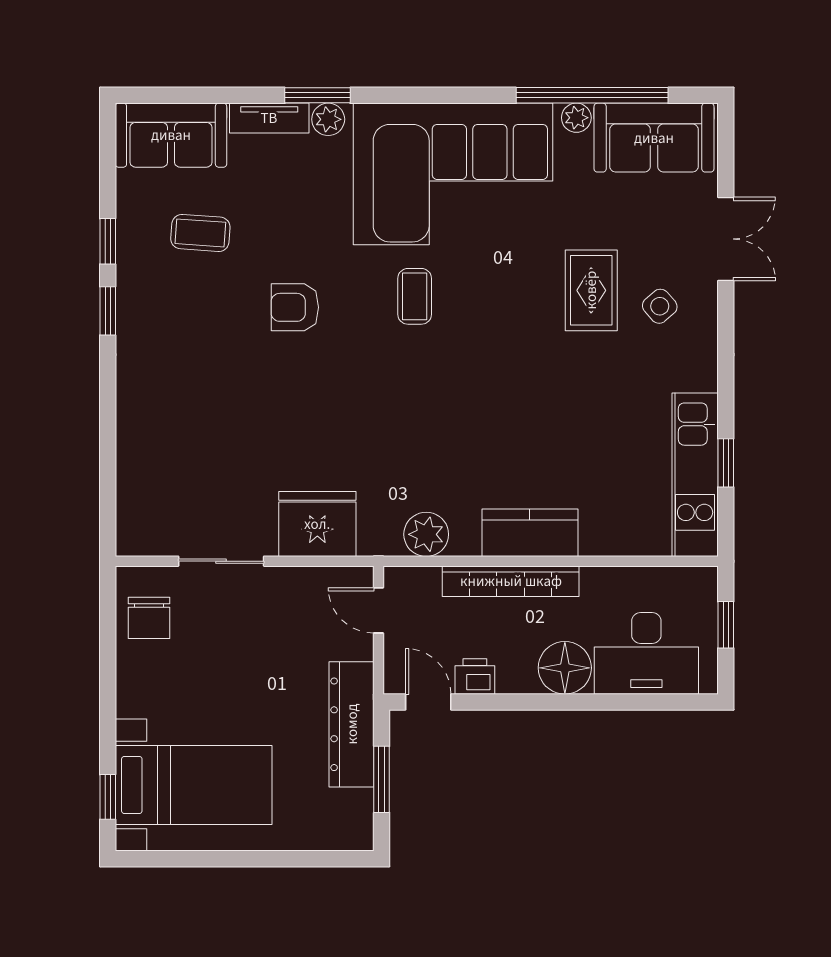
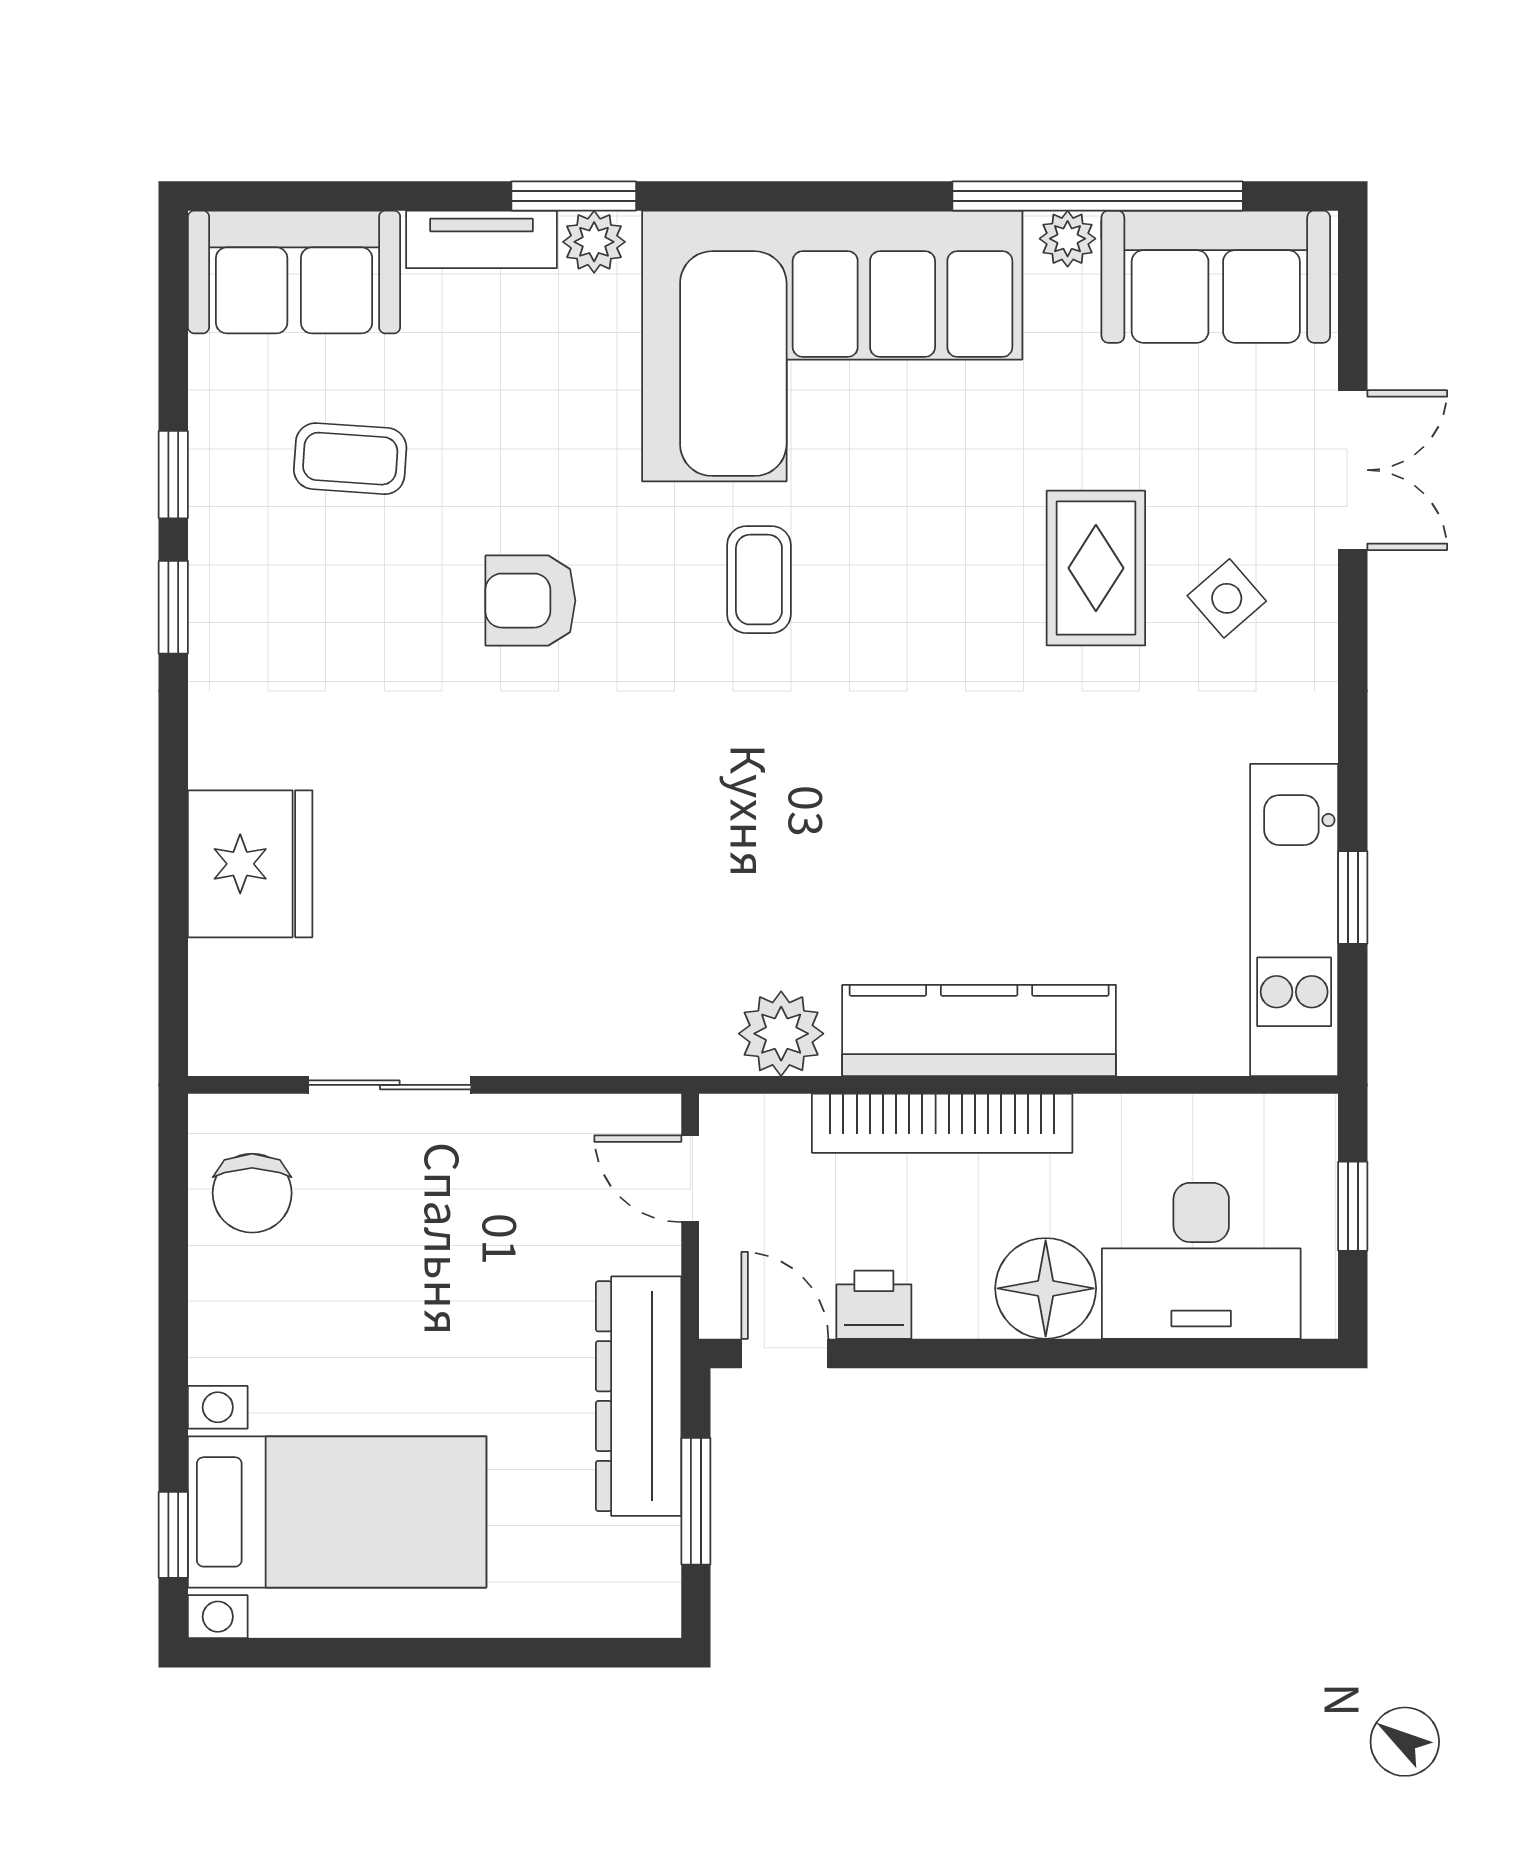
fridge: (317, 524) -> (250, 864), moved, turned 90
kitchen counter: (530, 533) -> (979, 1030), width x1.50

